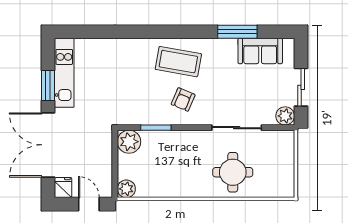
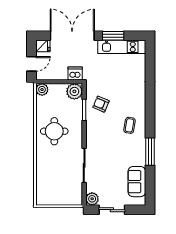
window: (237, 32) -> (150, 152), moved
coffee table: (178, 62) -> (130, 125), width x0.54, depth x0.58
armchair: (183, 99) -> (101, 104), moved
dishwasher: (103, 141) -> (75, 74), added
round table: (233, 172) -> (54, 131), moved

